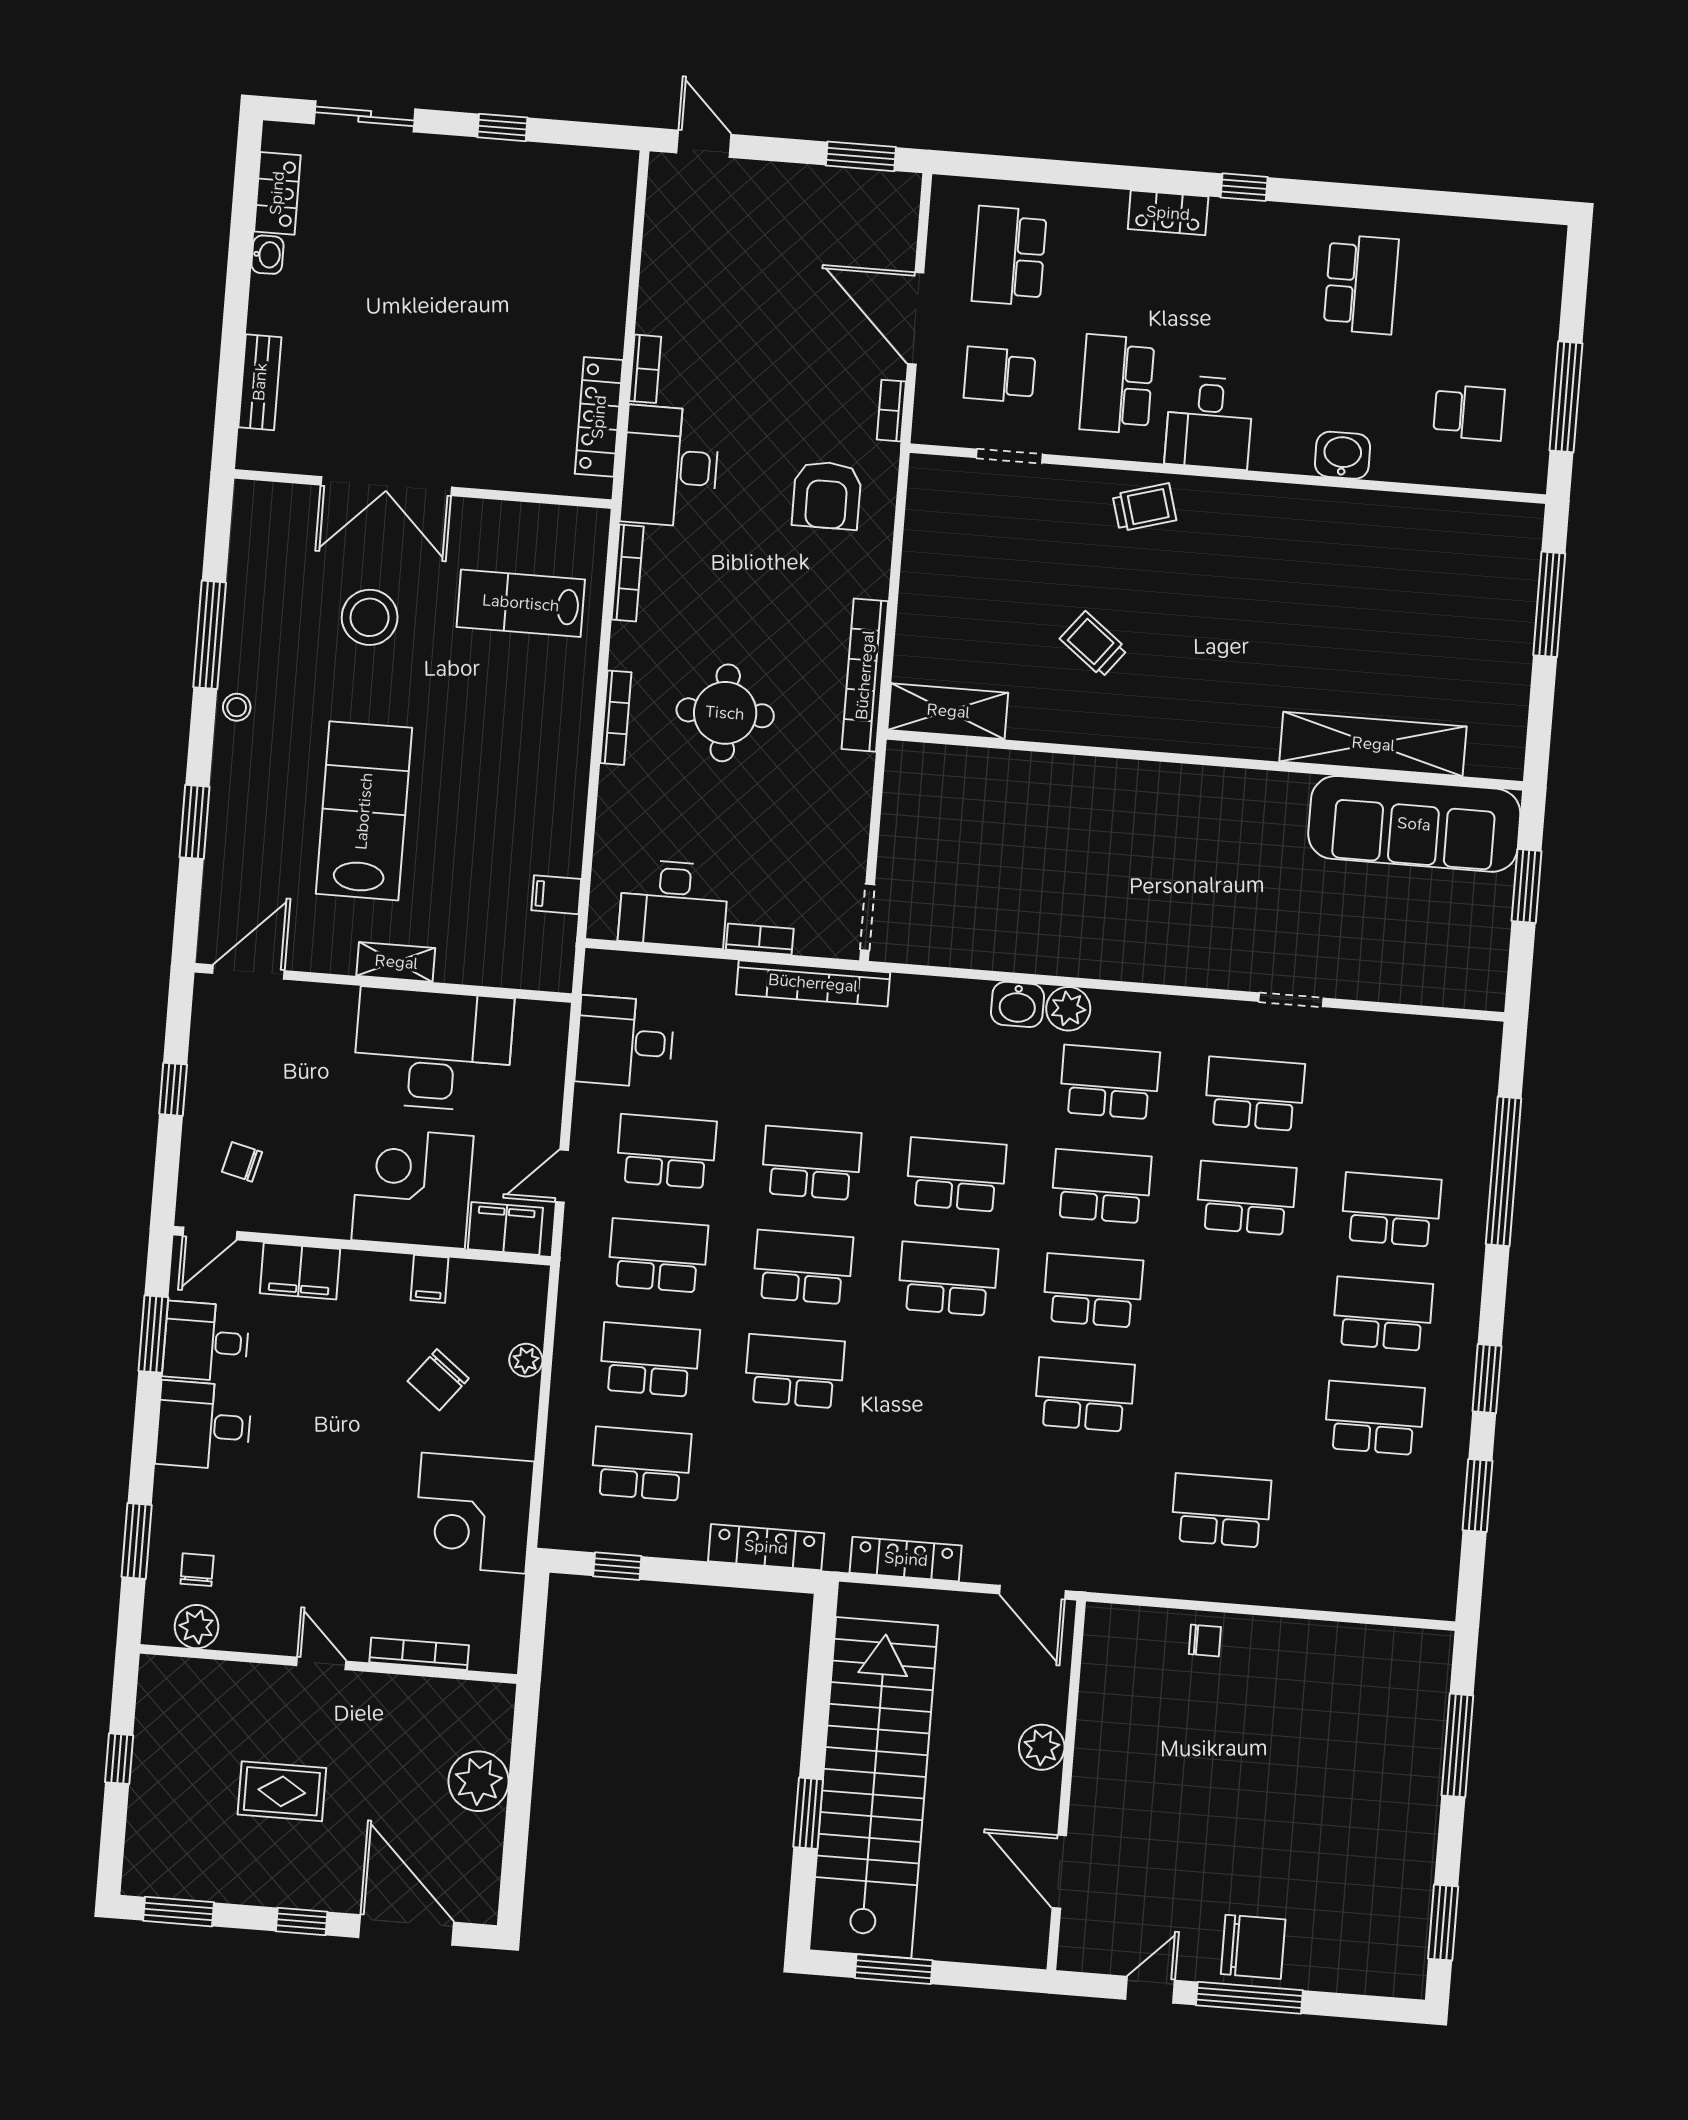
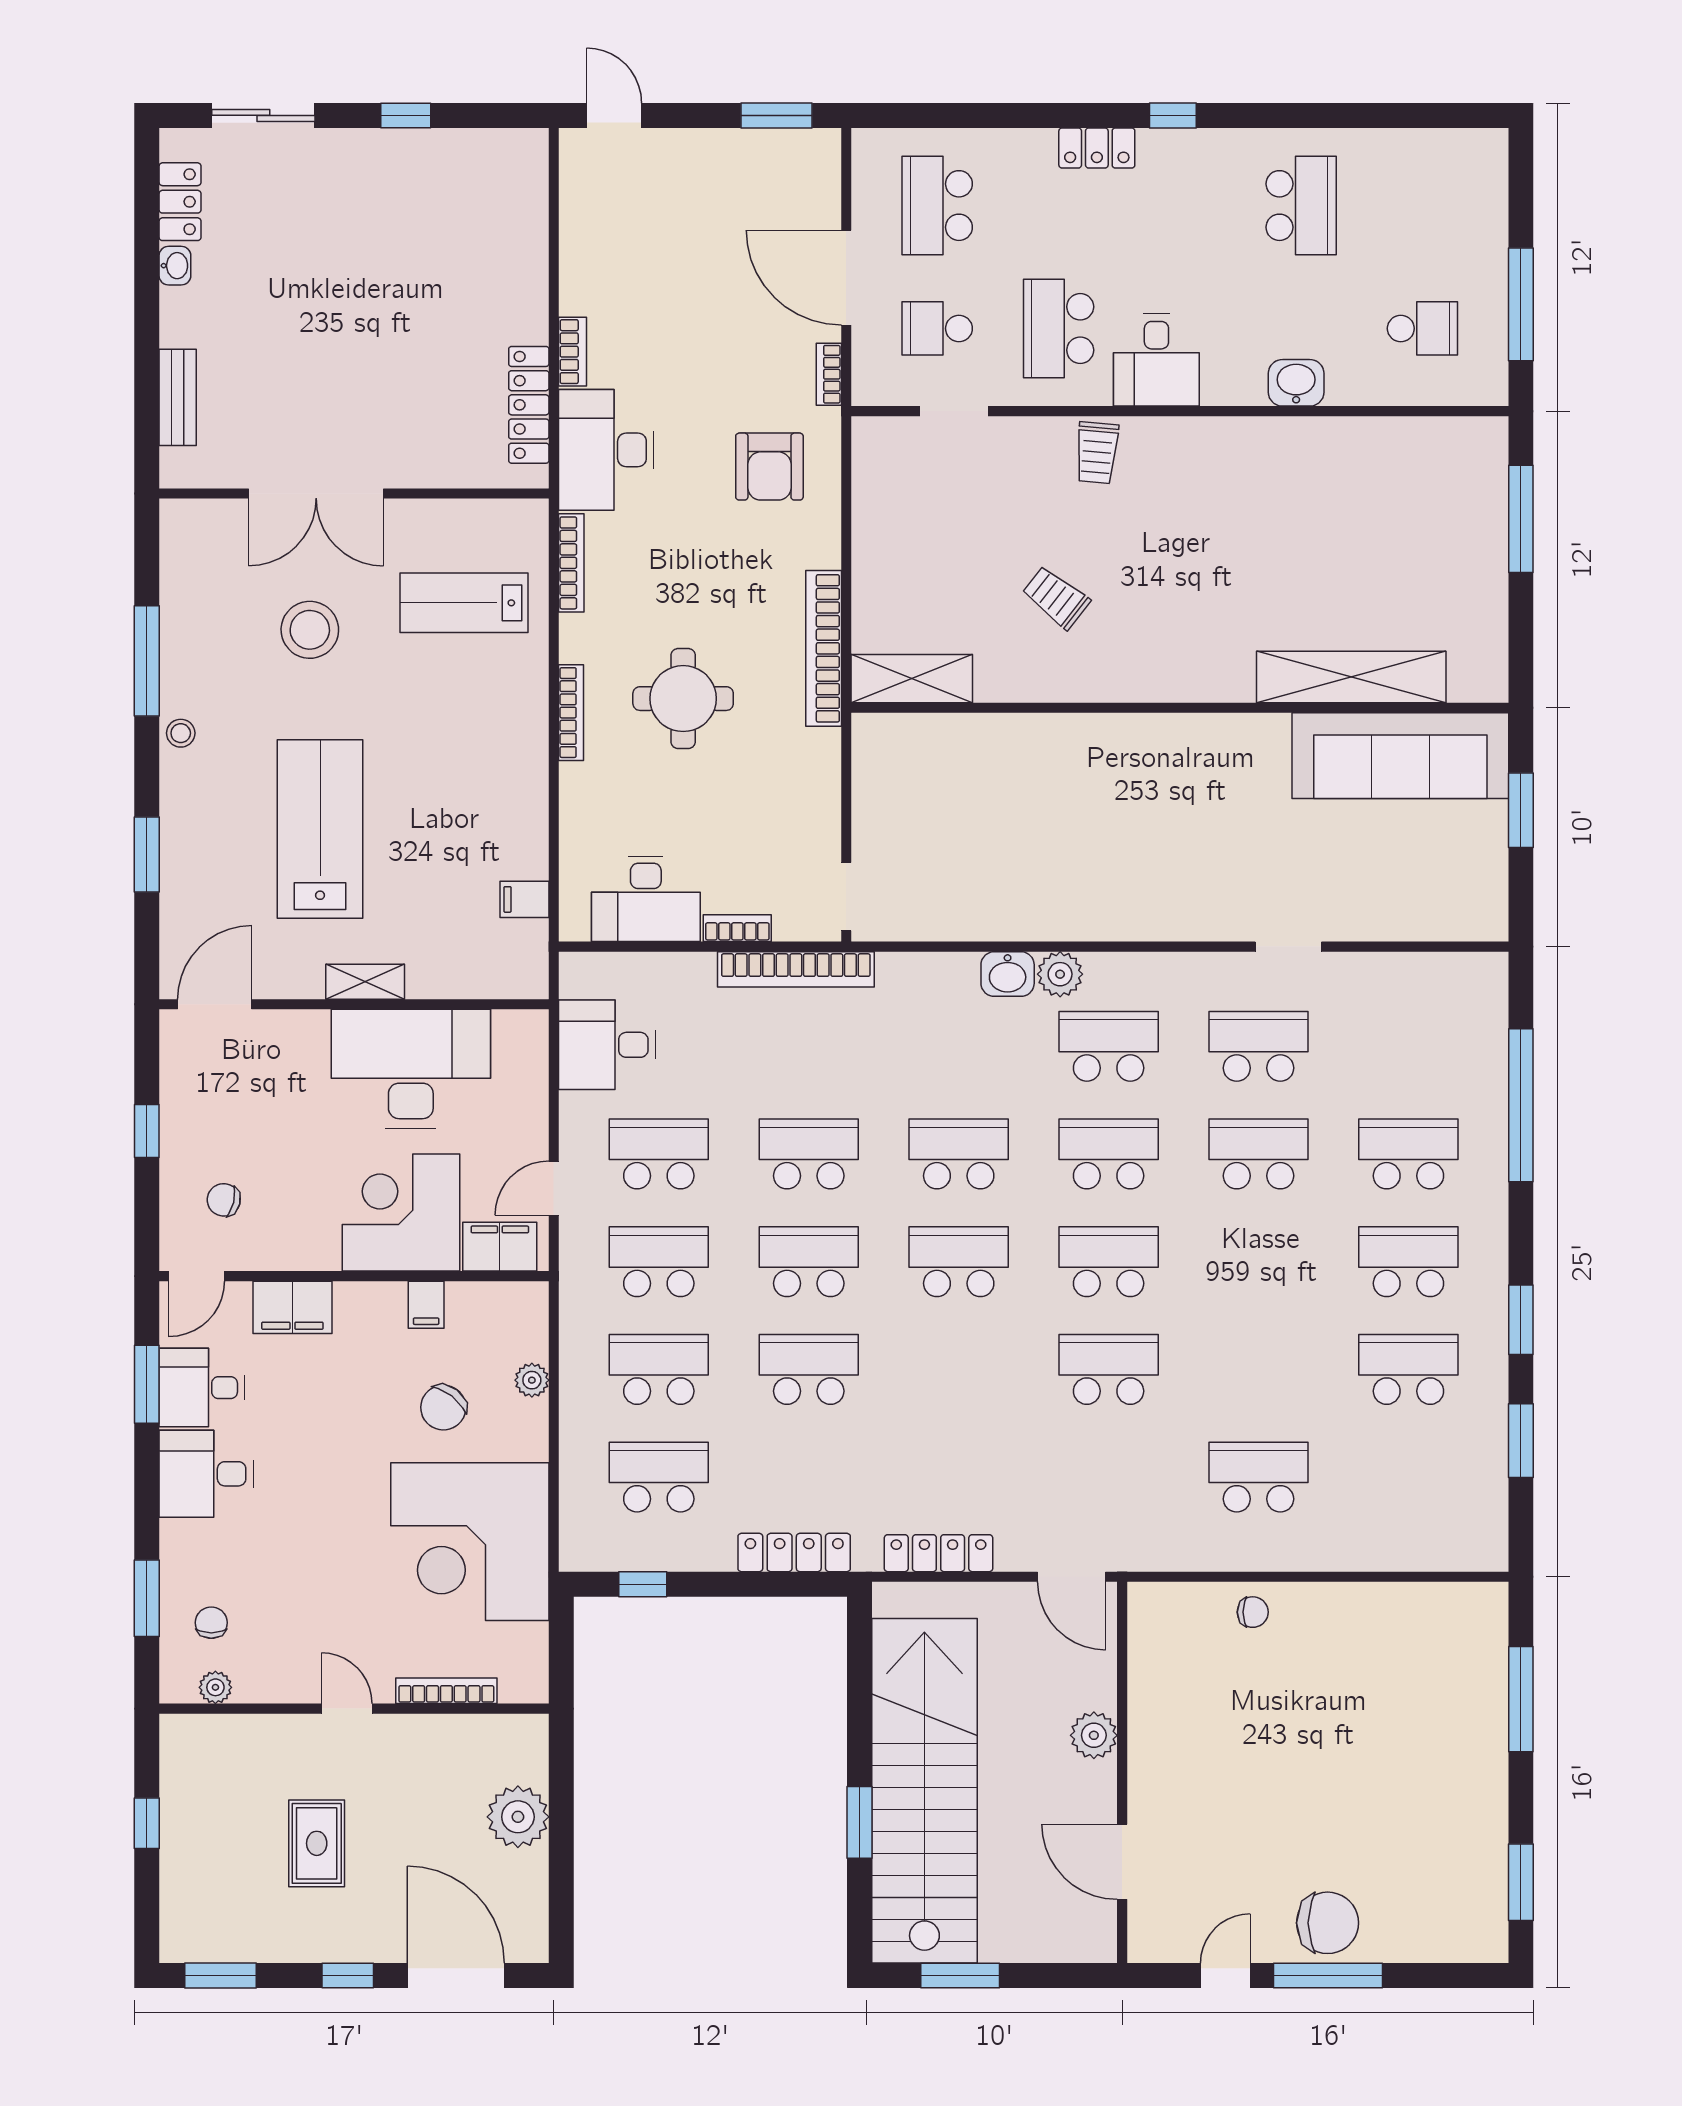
trolley: (1144, 507) -> (1097, 453), turned 111
corner desk: (474, 1513) -> (470, 1542), width x1.36, depth x1.36
plant: (196, 1627) -> (215, 1687), width x0.73, depth x0.73
rug: (282, 1791) -> (317, 1843), turned 90

